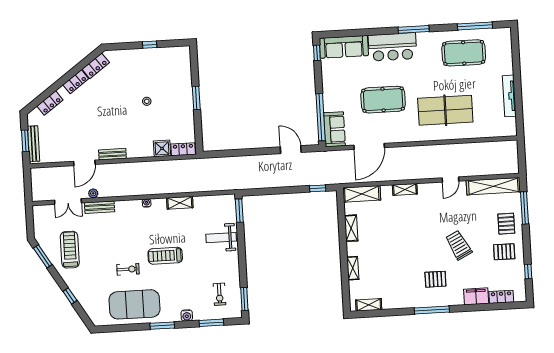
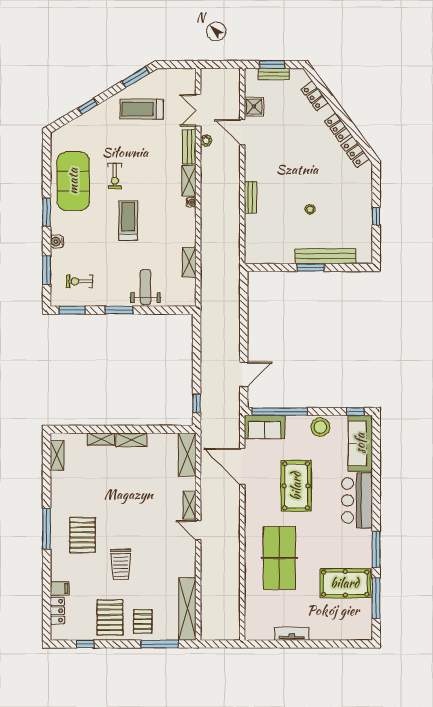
window: (414, 29) -> (376, 549), moved
pool table: (464, 53) -> (345, 583), turned 90
stool: (332, 82) -> (320, 427), added
bench: (186, 86) -> (325, 256), added
tv unit: (509, 96) -> (292, 634), width x0.71
bench: (34, 144) -> (274, 74), width x0.73
shower: (162, 148) -> (254, 106), moved
locker: (183, 149) -> (251, 249), removed
bench: (112, 154) -> (250, 197), moved
door: (450, 179) -> (198, 530), moved
shelving: (180, 203) -> (189, 262), moved
shelving: (128, 206) -> (189, 181), added
window: (239, 211) -> (119, 310), moved
pallet: (506, 224) -> (143, 622), turned 90
shelving: (351, 228) -> (131, 440), moved
trolley: (459, 245) -> (121, 564), turned 117
treadmill: (70, 250) -> (142, 109), turned 180
pallet: (504, 252) -> (110, 617), width x1.50, depth x1.42
pallet: (435, 279) -> (82, 535), width x1.50, depth x1.42
filing cabinet: (476, 296) -> (60, 588), width x0.50

